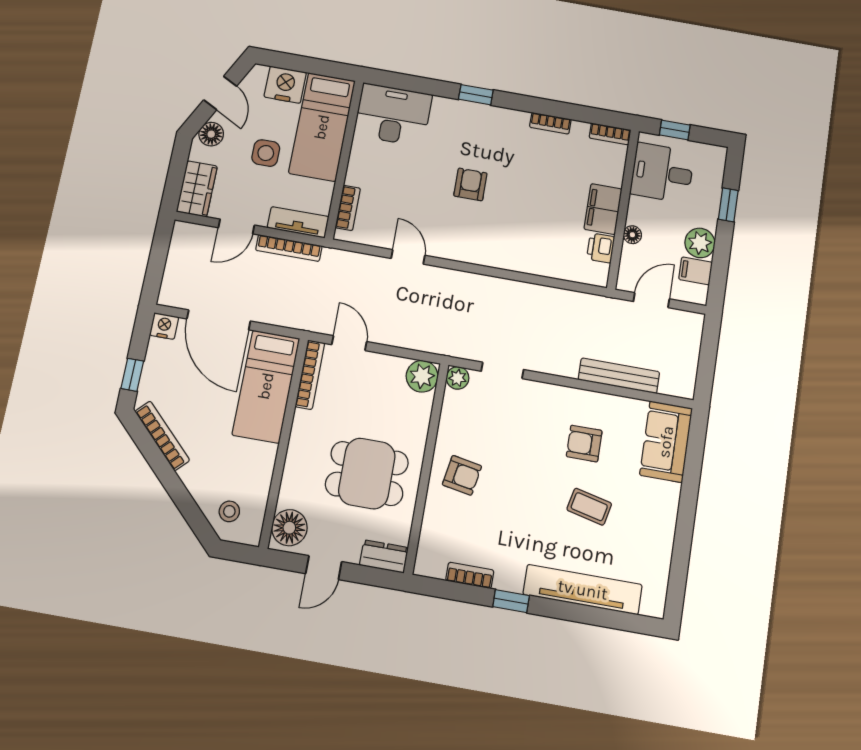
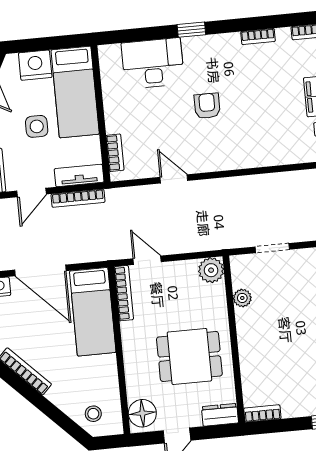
desk: (393, 115) -> (153, 63), moved
plant: (458, 378) -> (242, 298), moved
armchair: (462, 475) -> (263, 338), removed
bookcase: (470, 575) -> (262, 413), moved

